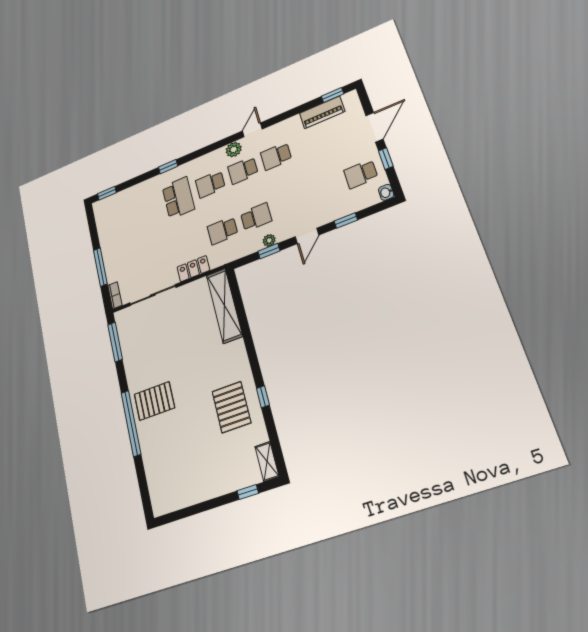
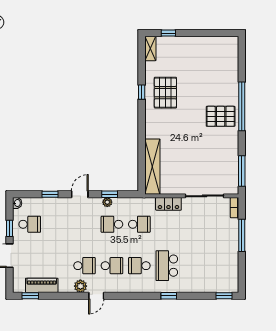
plant: (234, 150) -> (80, 286), moved
school desk: (210, 184) -> (139, 266), turned 180

